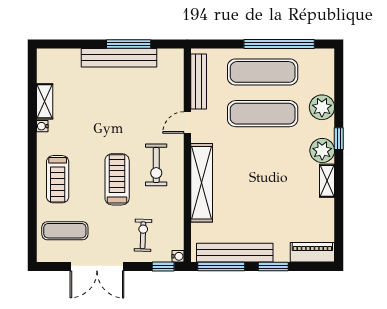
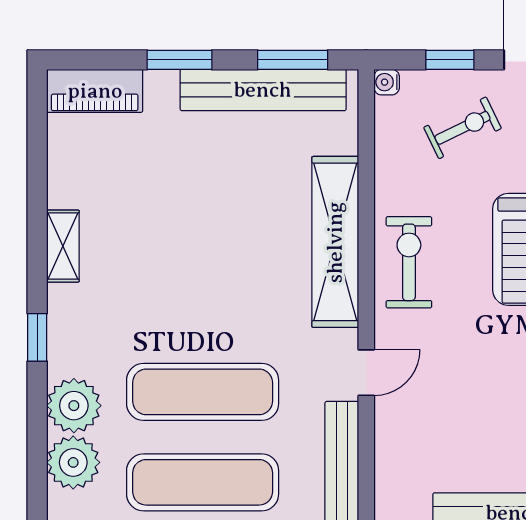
plant: (322, 151) -> (73, 462), moved
exercise bike: (156, 165) -> (409, 262), moved
exercise bike: (143, 235) -> (462, 128), turned -118
window: (163, 267) -> (450, 60), moved
window: (221, 267) -> (293, 60), width x0.69

